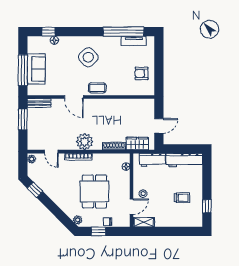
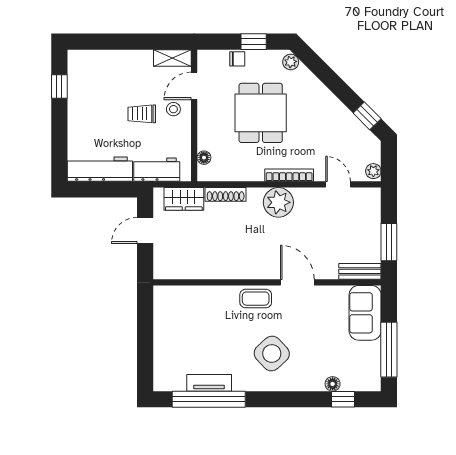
tv unit: (134, 41) -> (209, 383), moved
sofa: (36, 69) -> (365, 313), moved
window: (23, 70) -> (389, 350), moved
armchair: (142, 73) -> (176, 325), removed
trolley: (182, 198) -> (142, 114), moved

